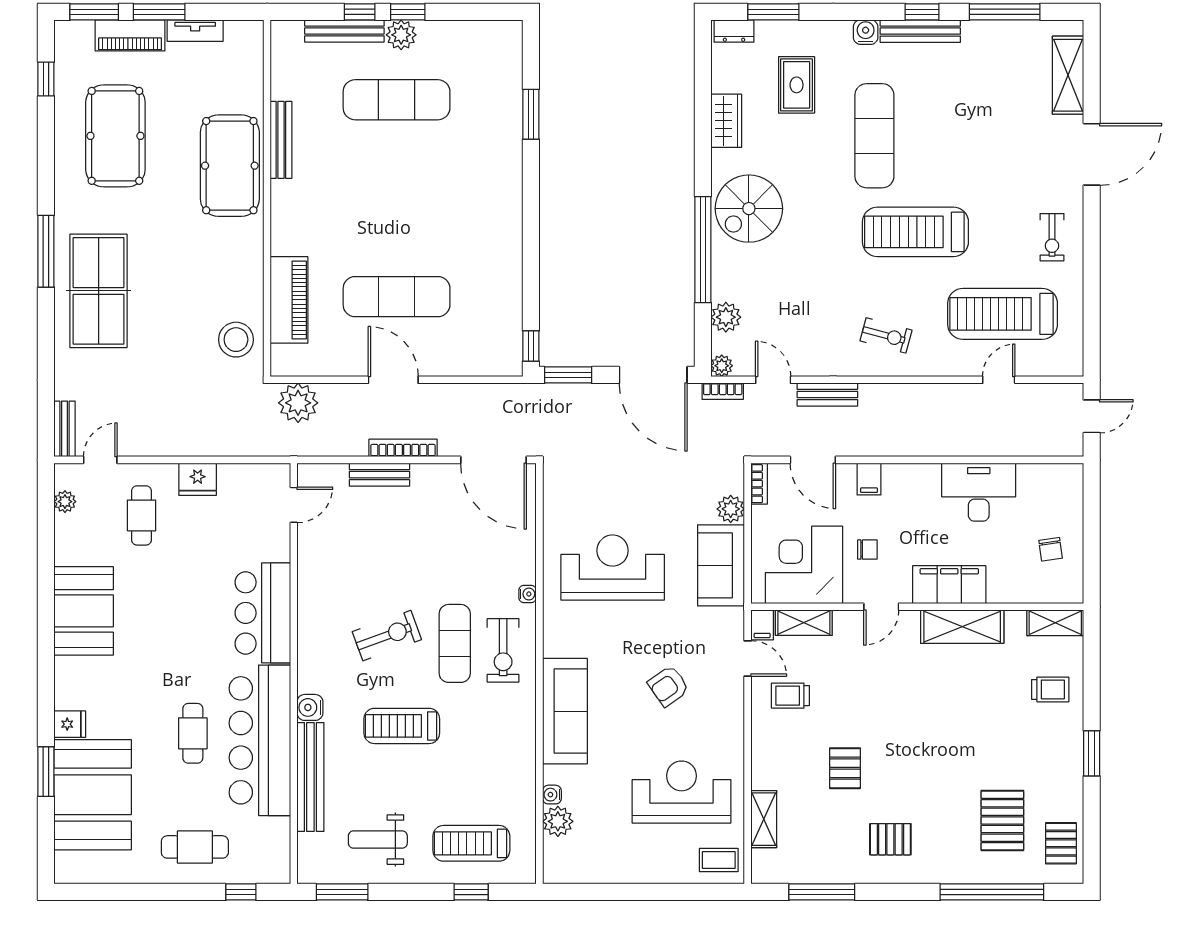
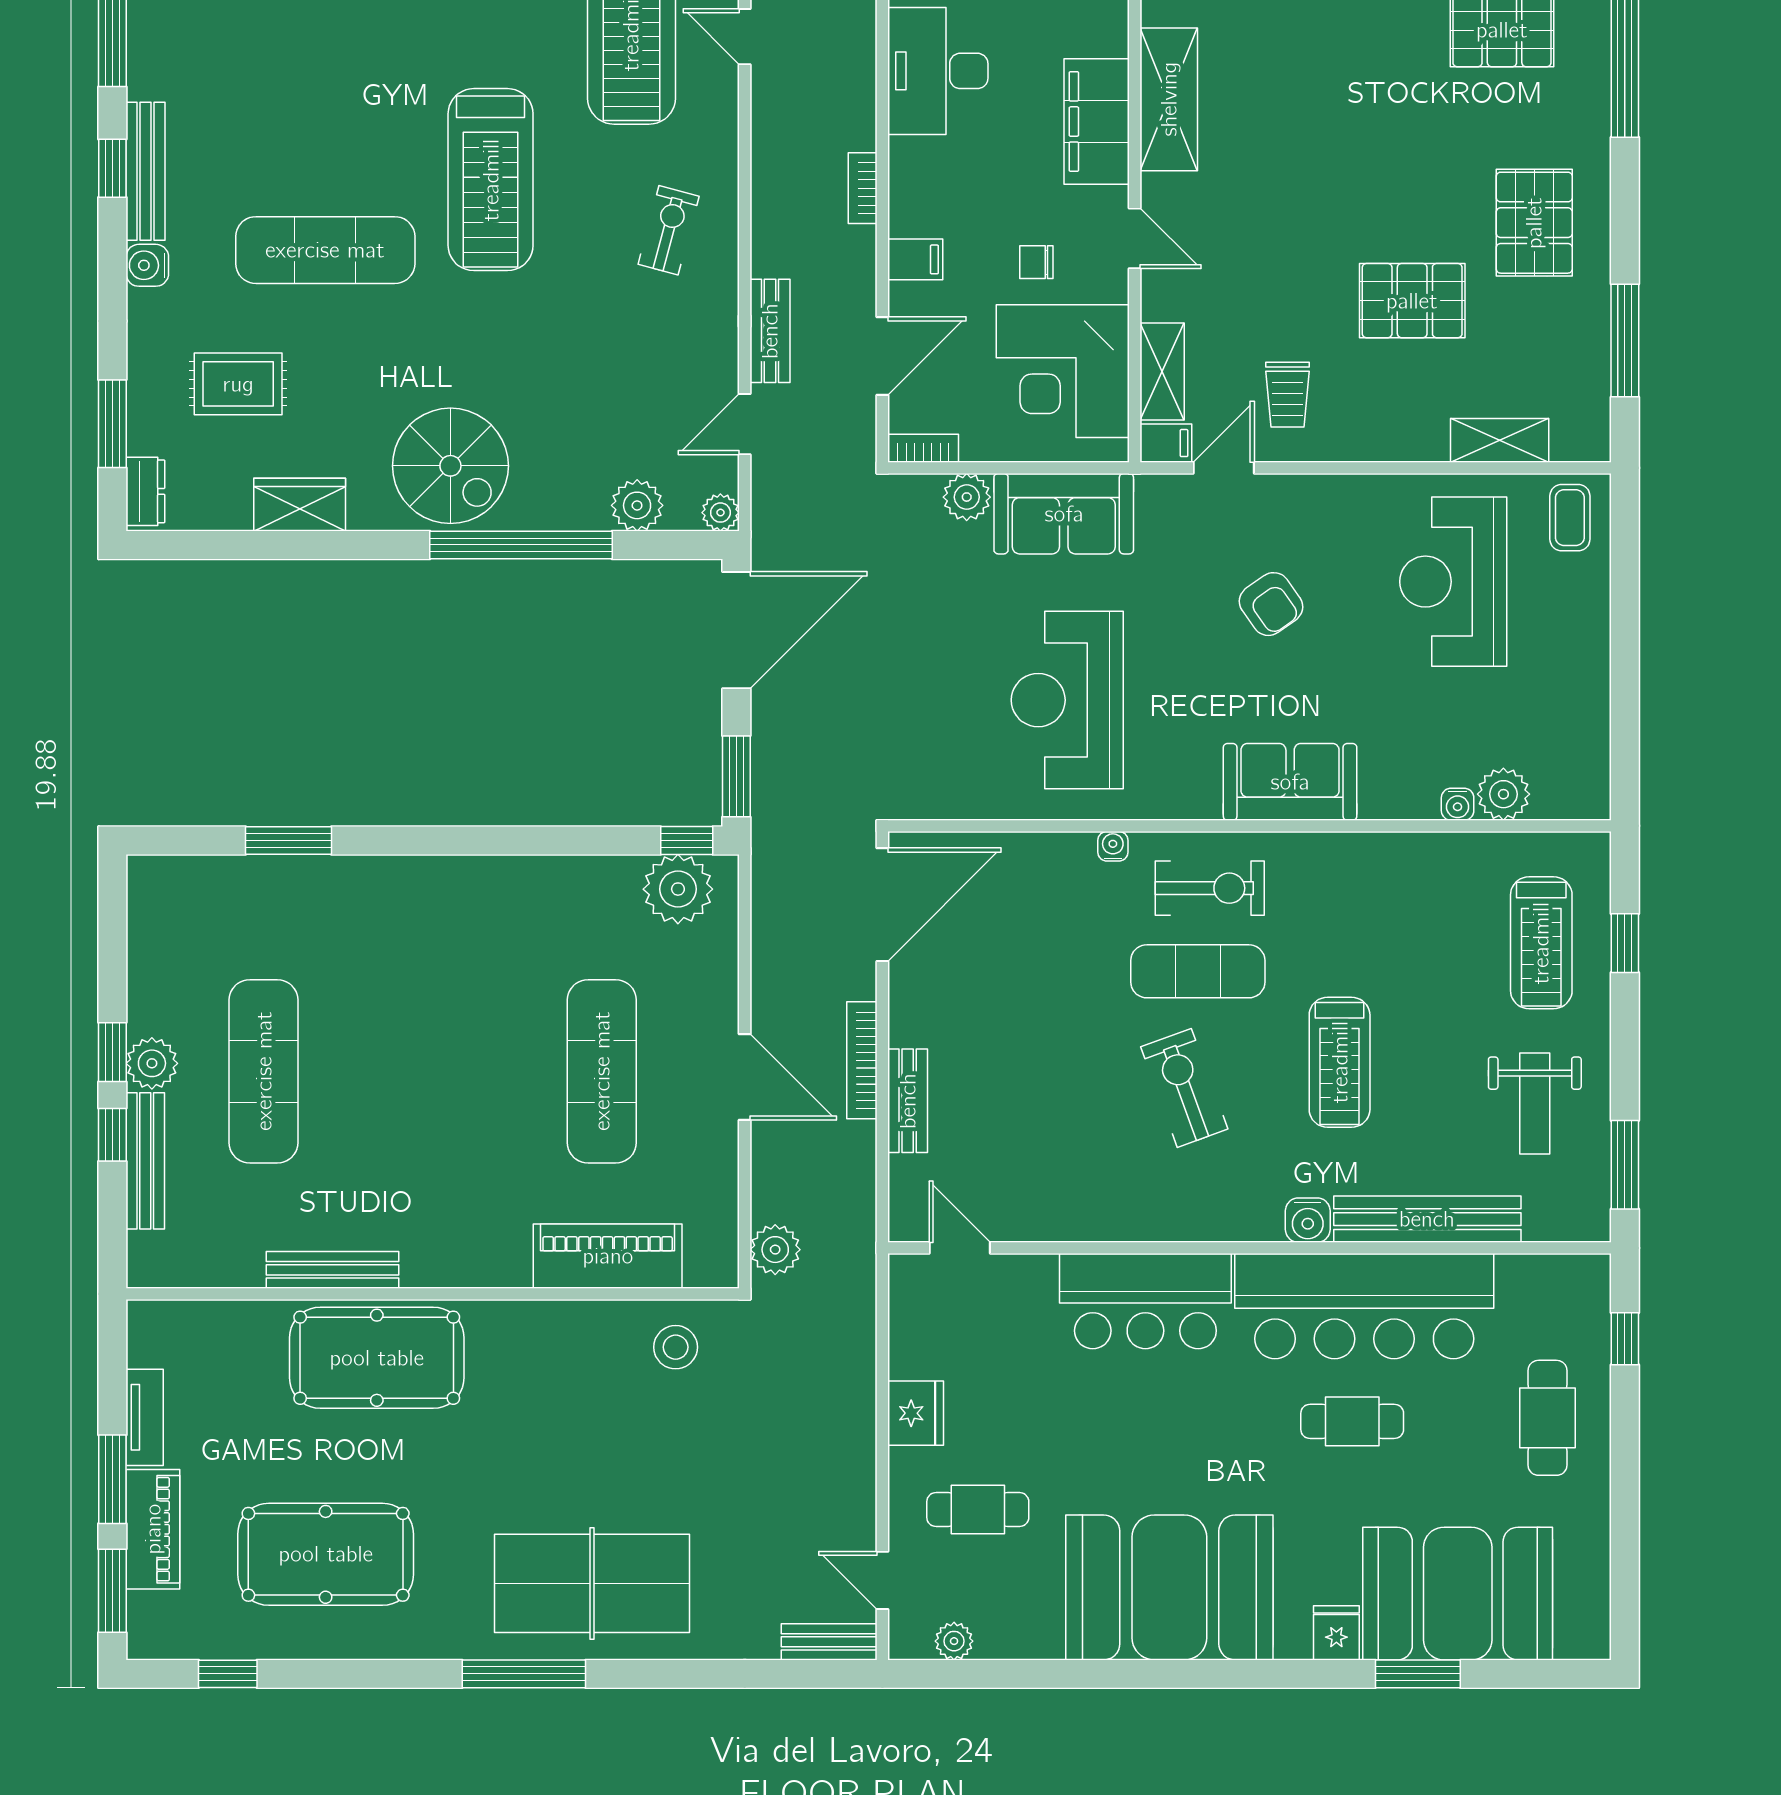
stool: (236, 340) -> (676, 1347), width x0.73, depth x0.73
plant: (503, 341) -> (678, 889), added
door: (393, 380) -> (745, 1077), swing flipped
bookcase: (723, 391) -> (863, 188), moved, turned 180
plant: (298, 403) -> (775, 1250), width x0.73, depth x0.73
chair: (867, 550) -> (1036, 262), turned -90
booth: (84, 611) -> (1169, 1587), width x1.36, depth x1.42
sofa: (565, 711) -> (1290, 782), width x0.73
pallet: (845, 768) -> (1412, 301), width x1.50, depth x1.42
pallet: (890, 839) -> (1534, 223), width x1.50, depth x1.42

